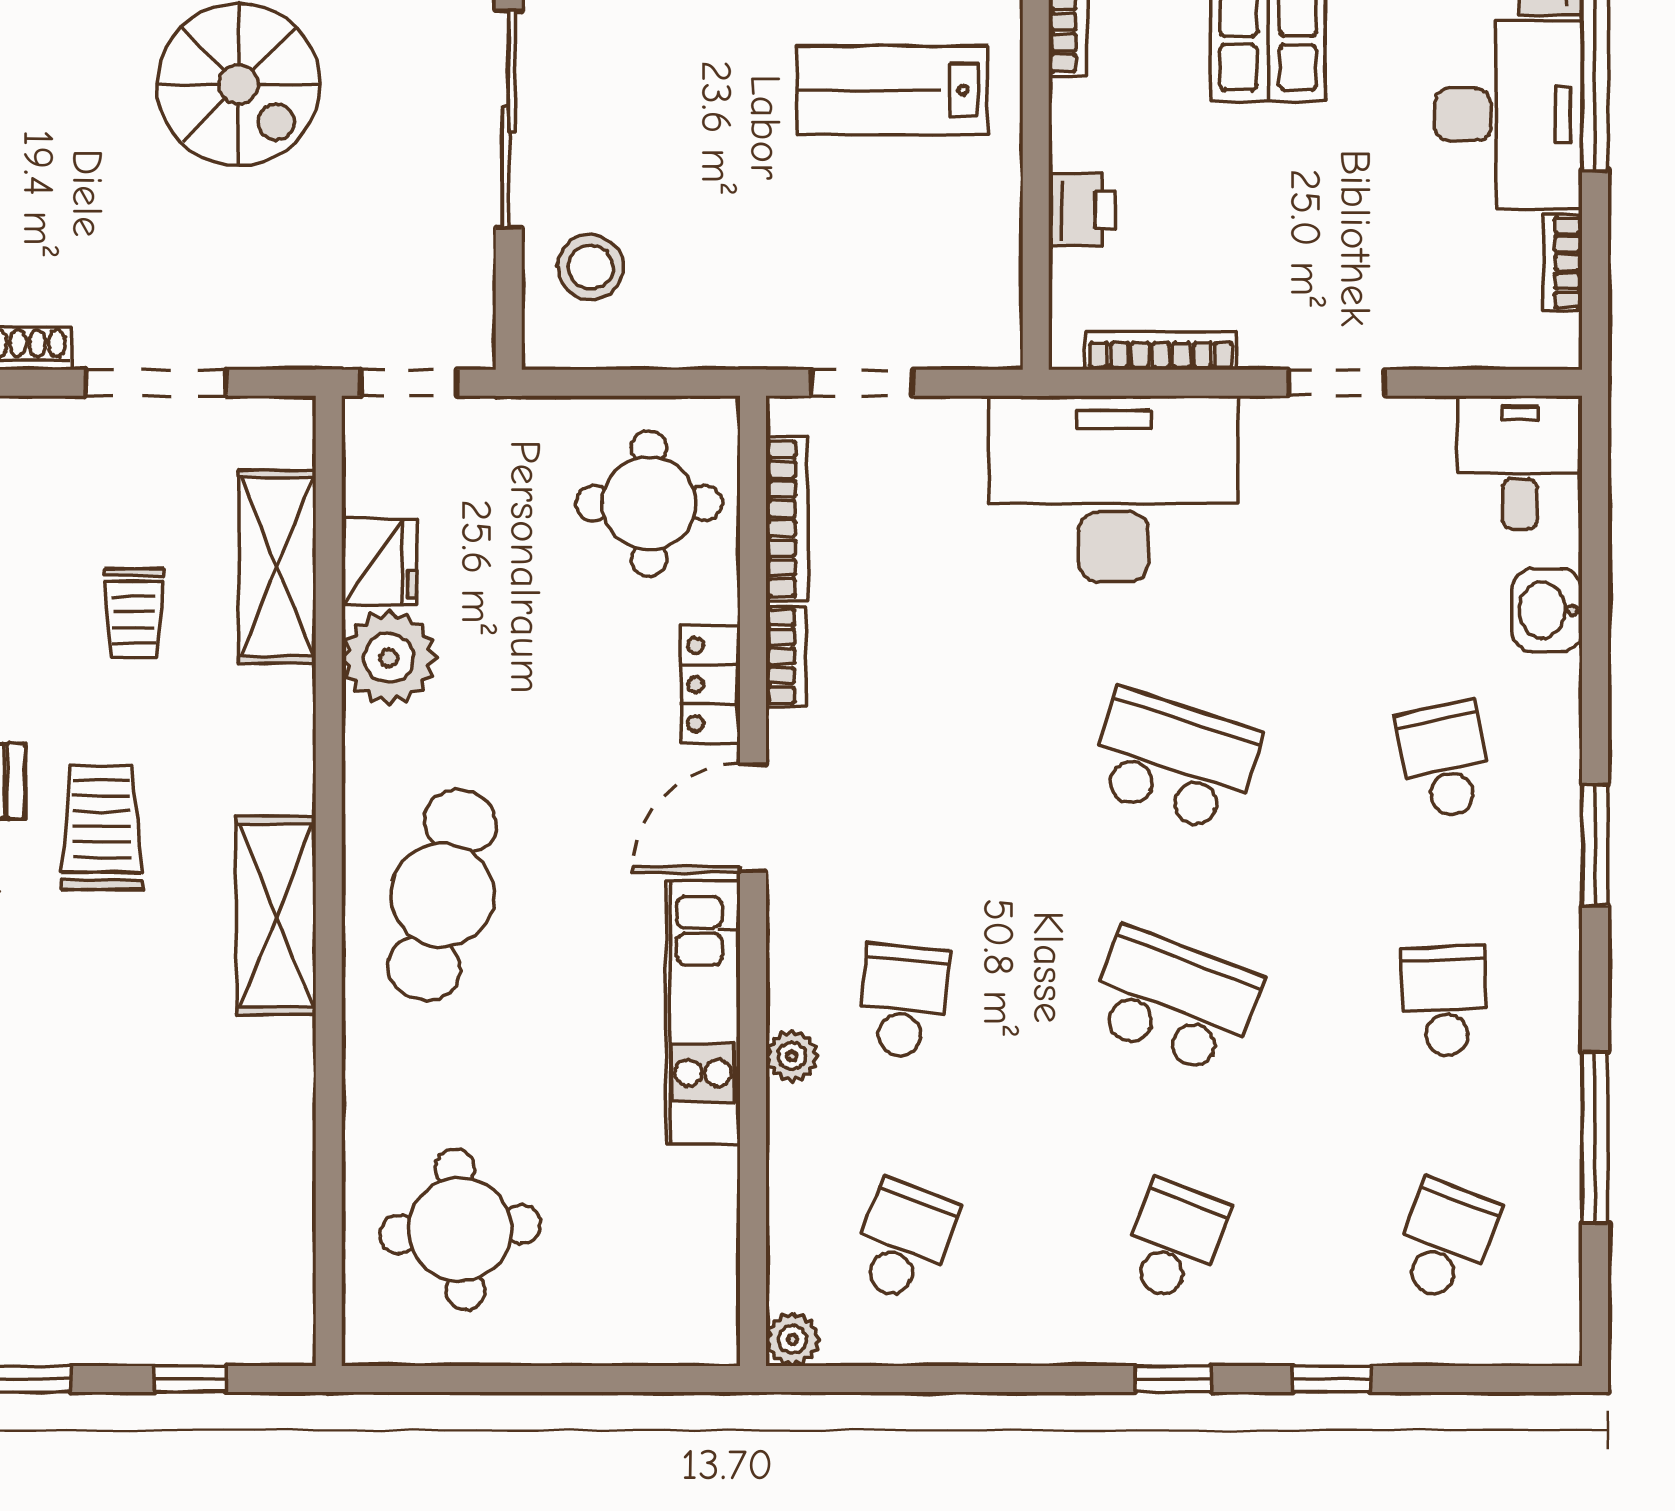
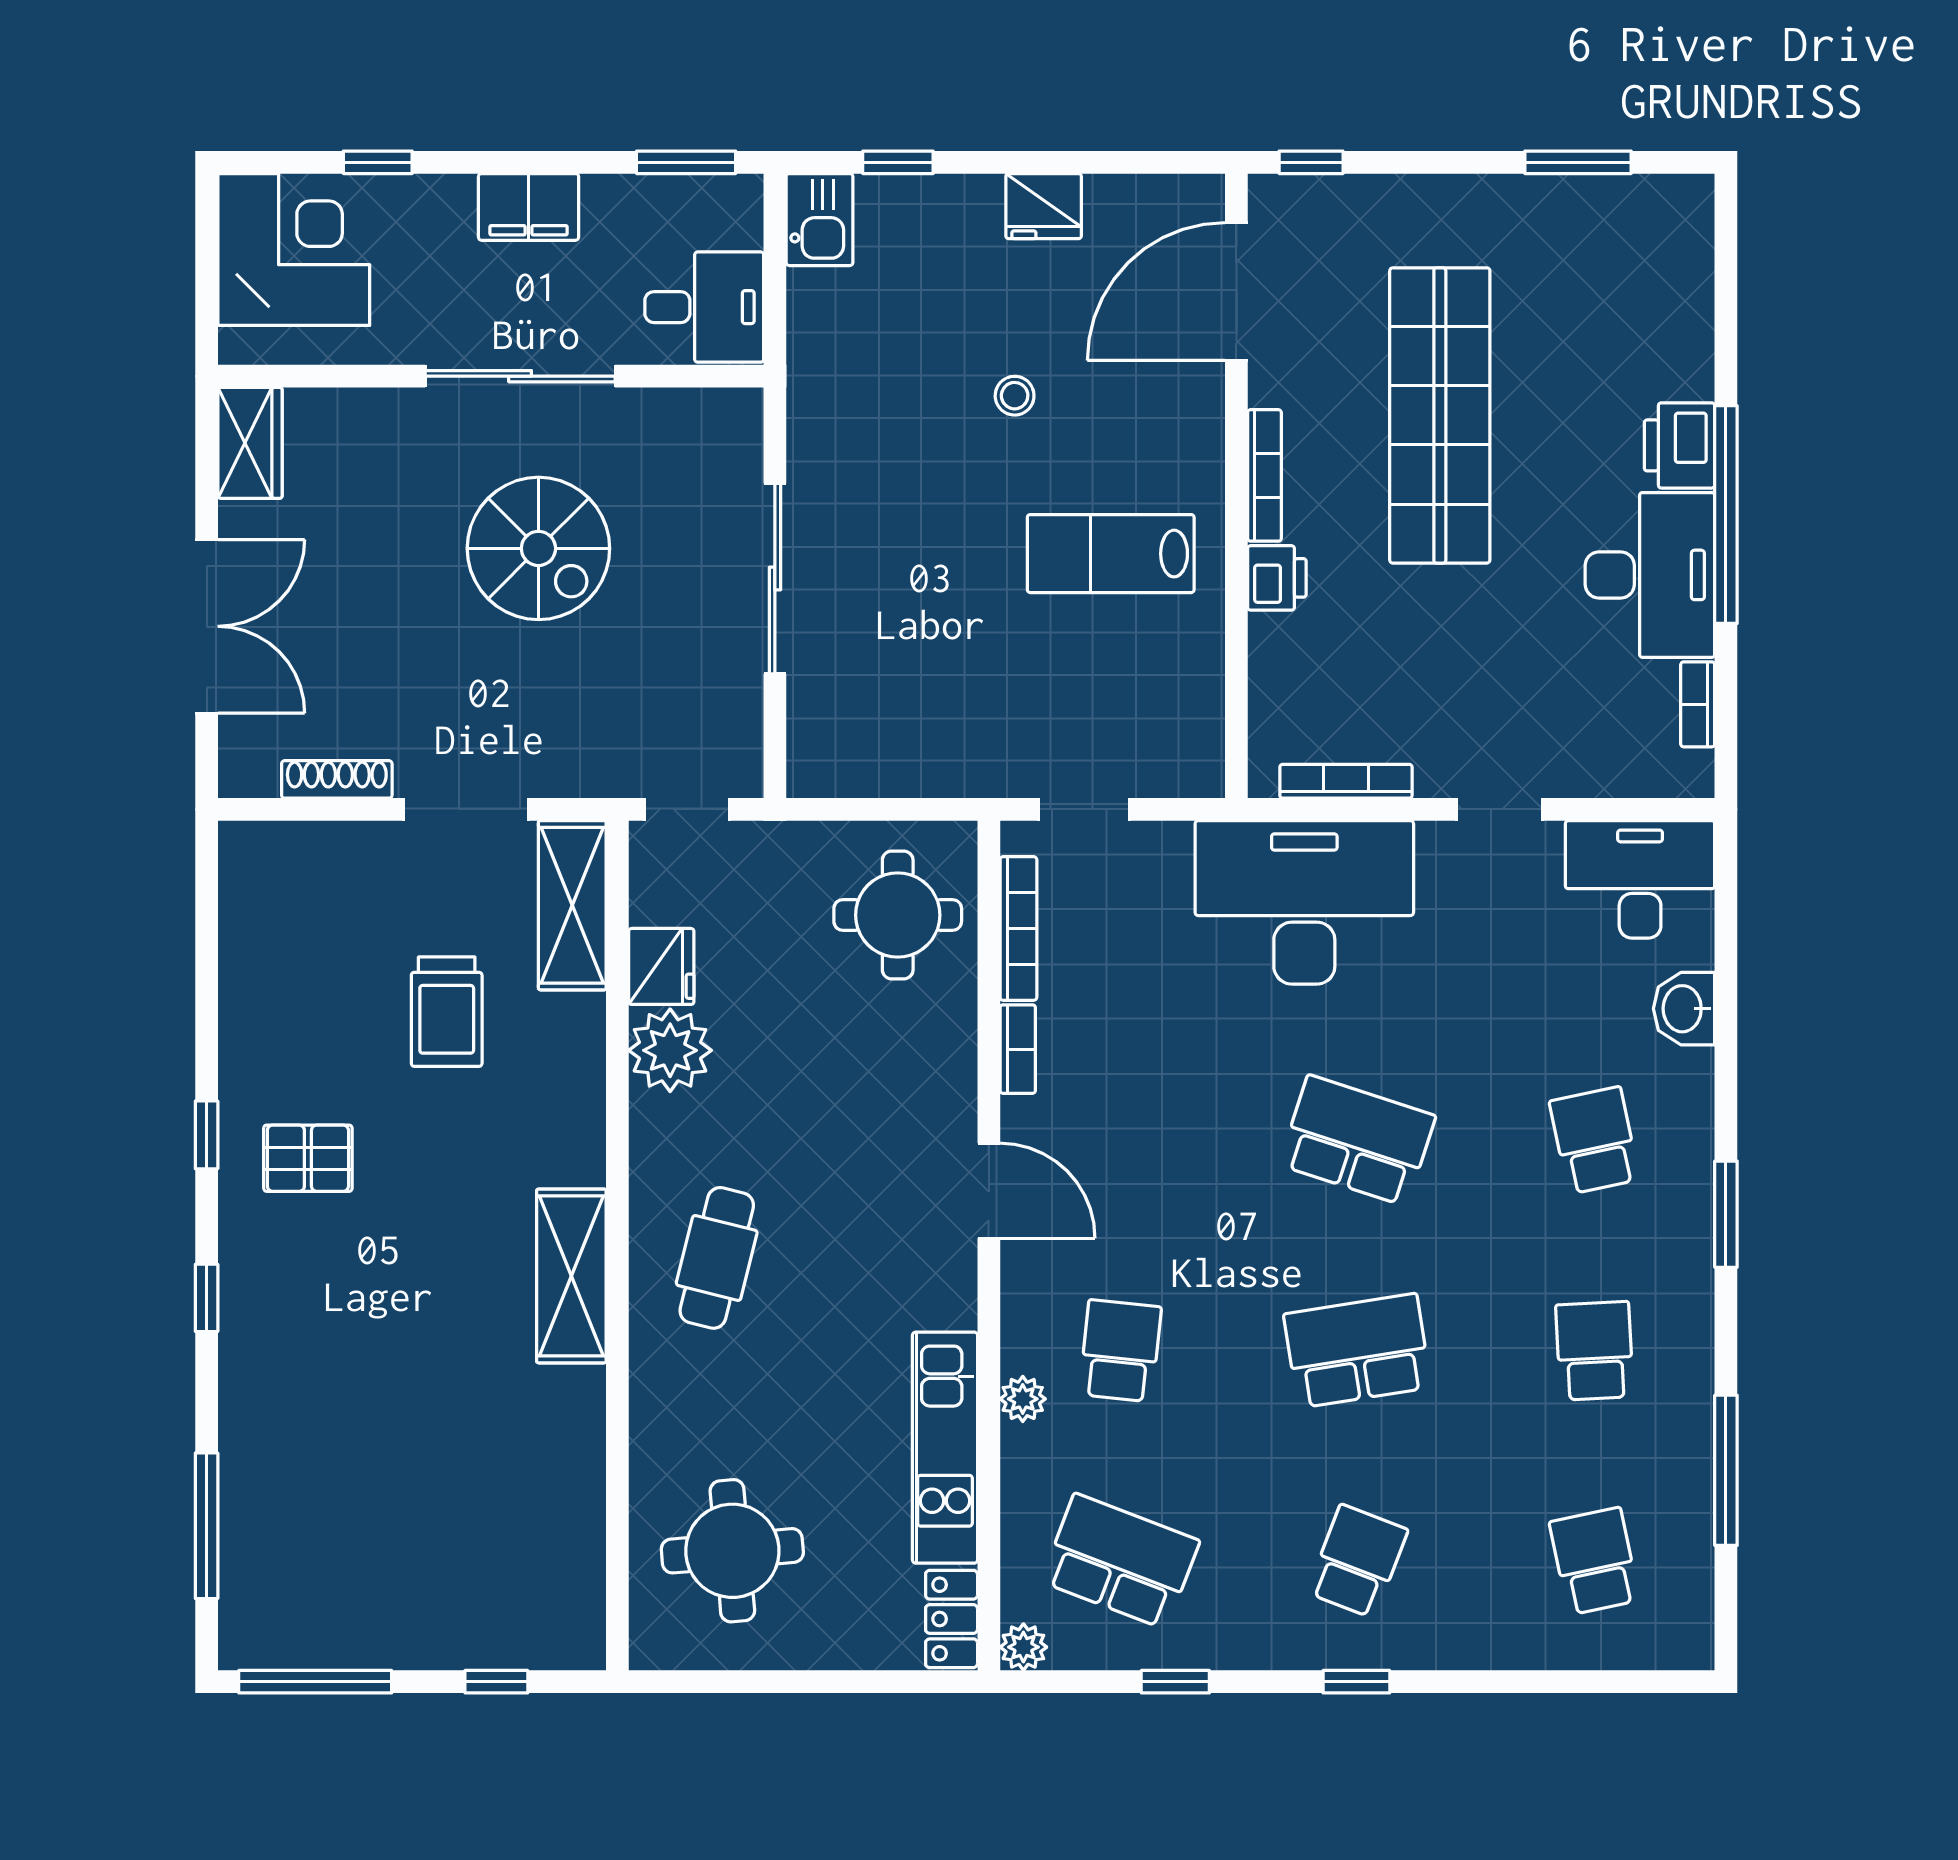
printer: (1082, 210) -> (1277, 578), moved
stool: (591, 267) -> (847, 708), removed
desk: (1520, 463) -> (1640, 879), width x1.37
shelving: (277, 567) -> (572, 905), moved
trolley: (134, 614) -> (447, 1012), width x1.36, depth x1.39
locker: (710, 684) -> (952, 1619), moved
door: (753, 818) -> (989, 1191), swing flipped
trolley: (102, 828) -> (418, 1199), removed
cafe table: (442, 895) -> (717, 1258), width x0.73, depth x0.74
school desk: (1174, 1001) -> (1357, 1351), turned -30
kitchen unit: (703, 1012) -> (945, 1448), moved
school desk: (903, 1241) -> (1120, 1561), width x1.85
school desk: (1445, 1241) -> (1594, 1561), turned -33
window: (1332, 1379) -> (1175, 1682), moved

